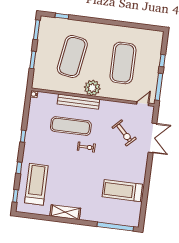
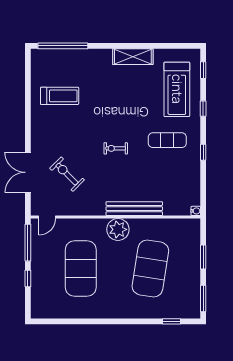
exercise mat: (71, 126) -> (167, 140), moved, width x0.73, depth x0.69
treadmill: (122, 191) -> (60, 96), width x0.73, depth x0.73

